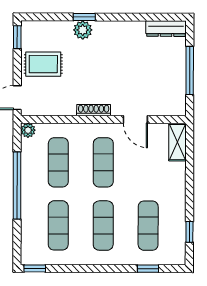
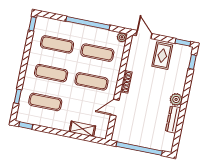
window: (84, 17) -> (192, 62), moved
dresser: (166, 29) -> (173, 119), moved
plant: (83, 30) -> (176, 99), moved
window: (190, 71) -> (139, 149), width x1.46
shelving: (177, 142) -> (82, 129), moved
window: (189, 232) -> (26, 125), moved

